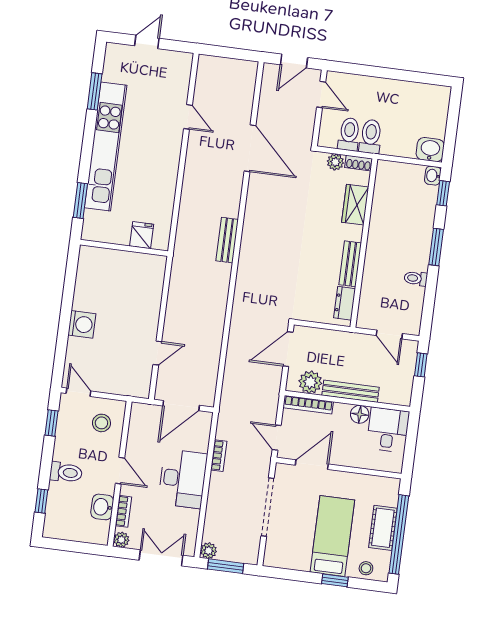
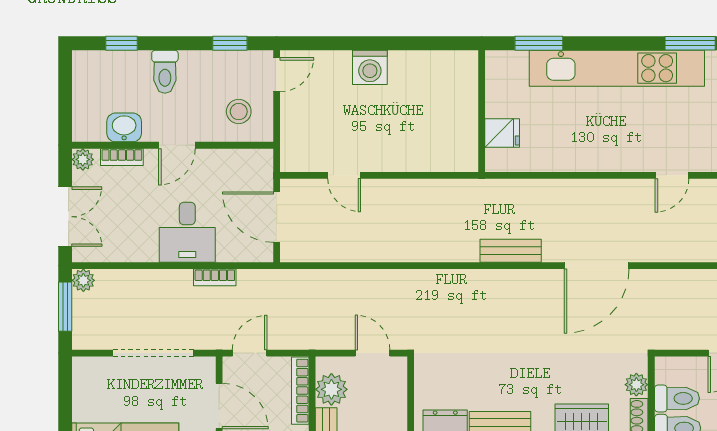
door: (250, 148) -> (597, 266), moved
door: (288, 349) -> (373, 353), width x0.73
desk: (183, 479) -> (187, 232), width x0.73

